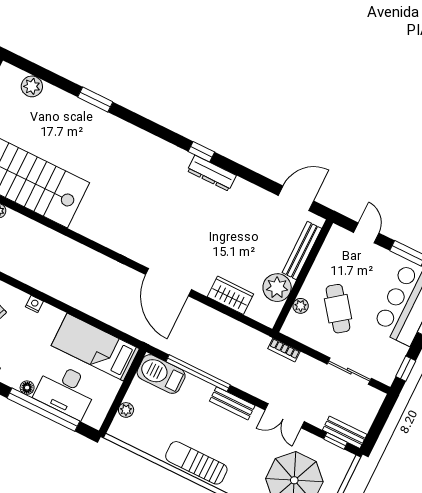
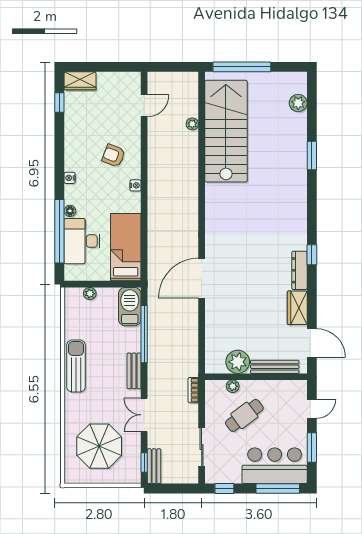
wardrobe: (230, 295) -> (297, 308), moved, turned 180

